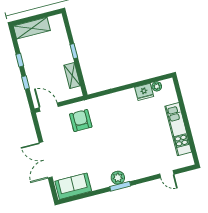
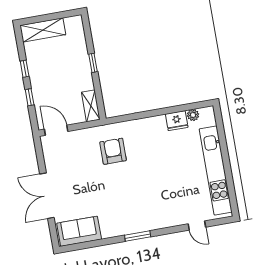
shelving: (72, 75) -> (91, 106), moved
armchair: (81, 120) -> (113, 151), moved
kitchen unit: (178, 129) -> (216, 170), width x1.36
plant: (118, 178) -> (135, 225), removed

